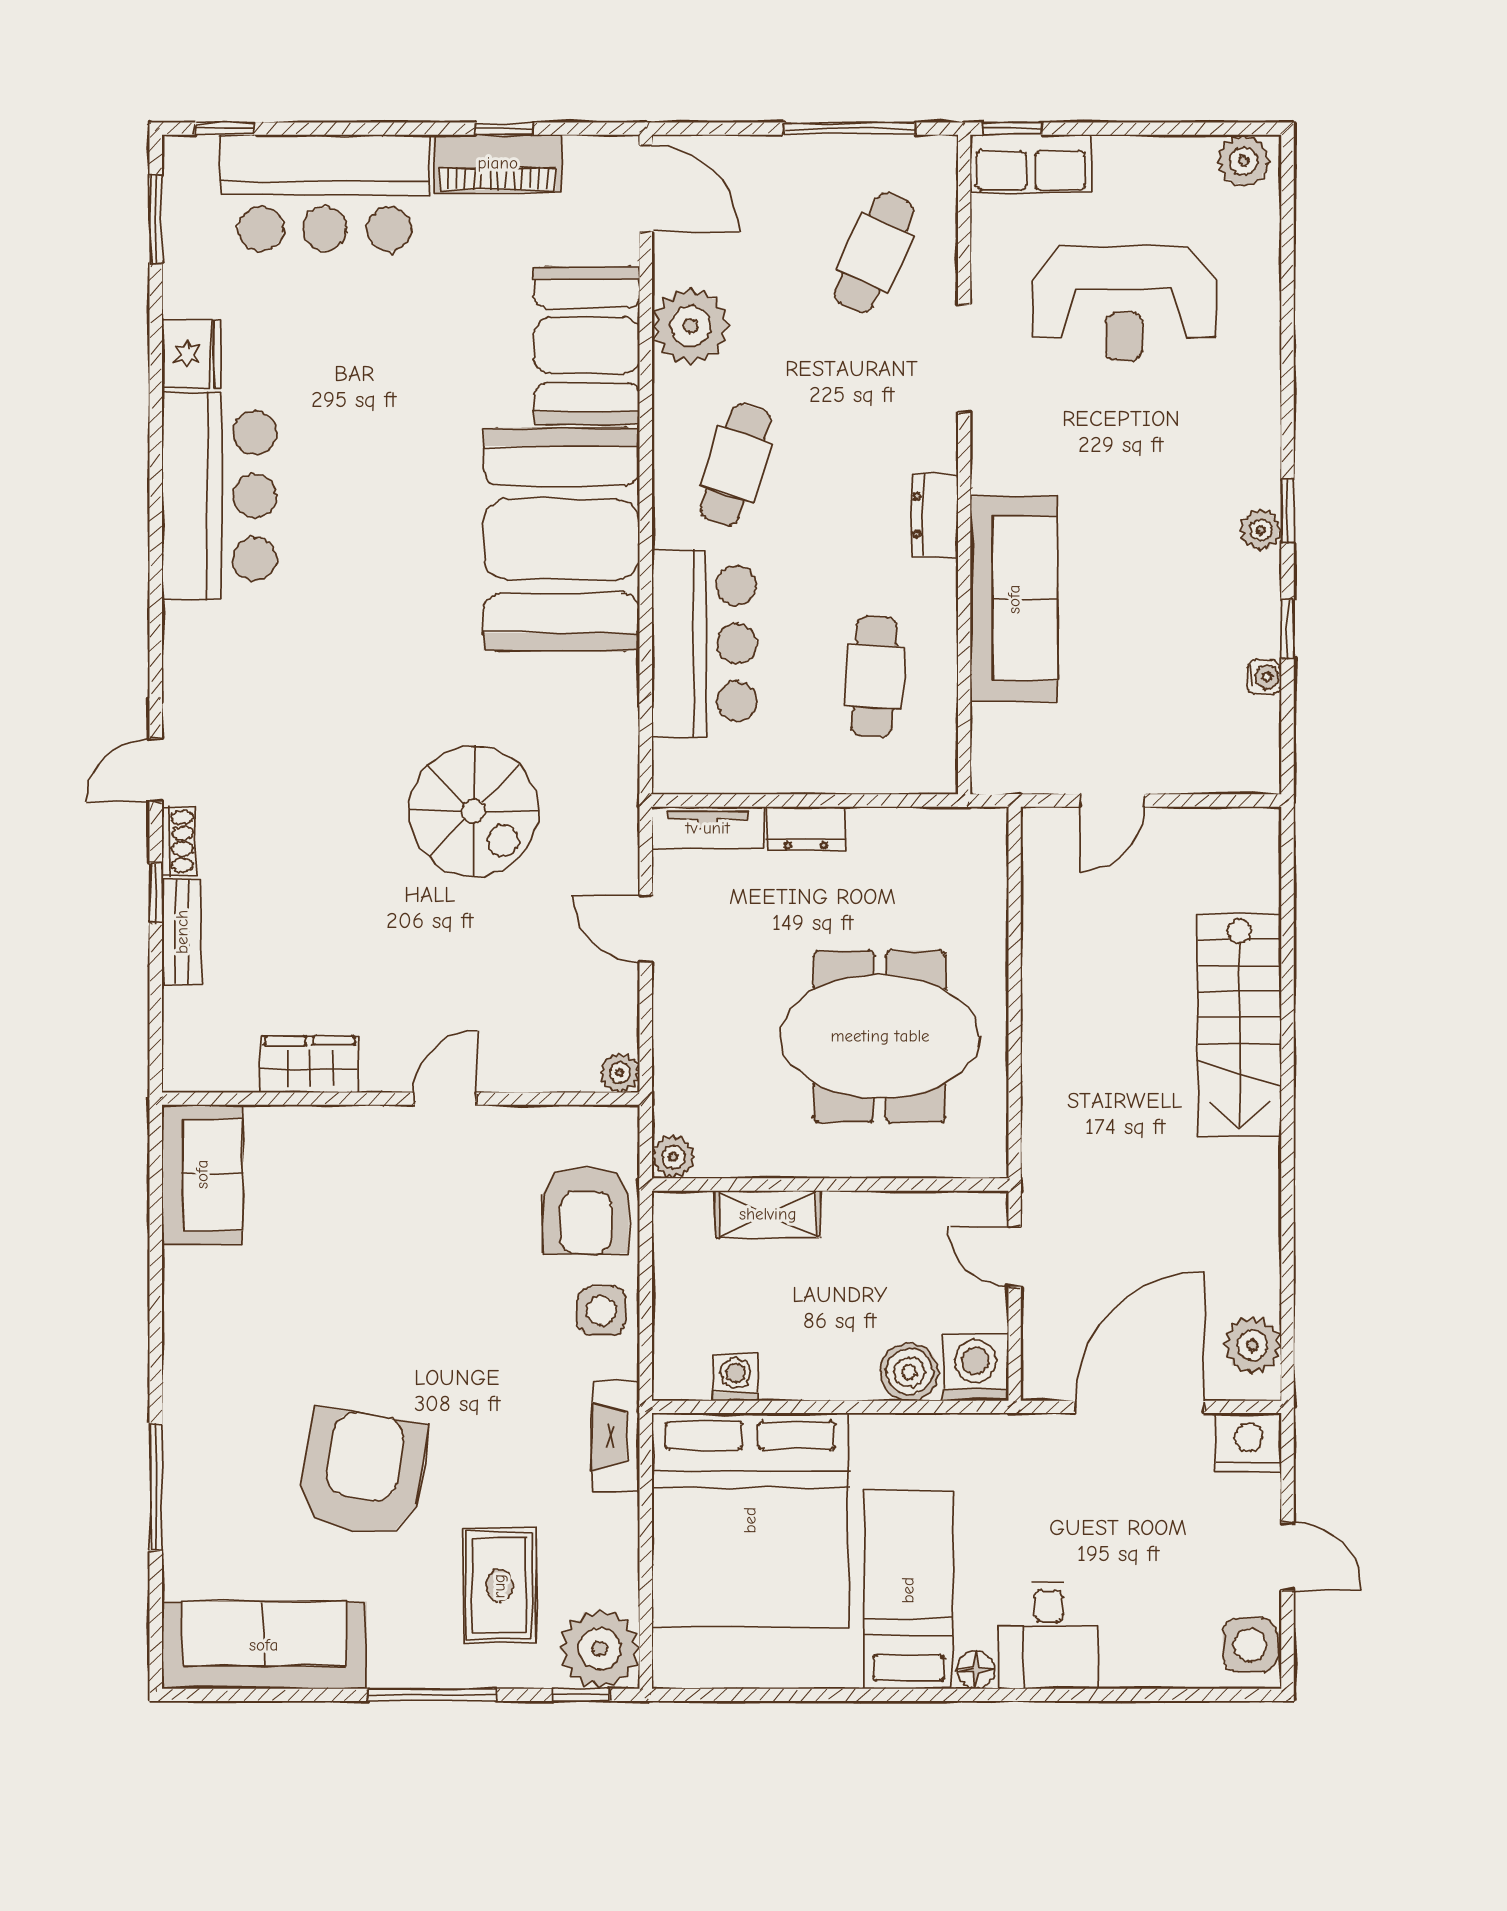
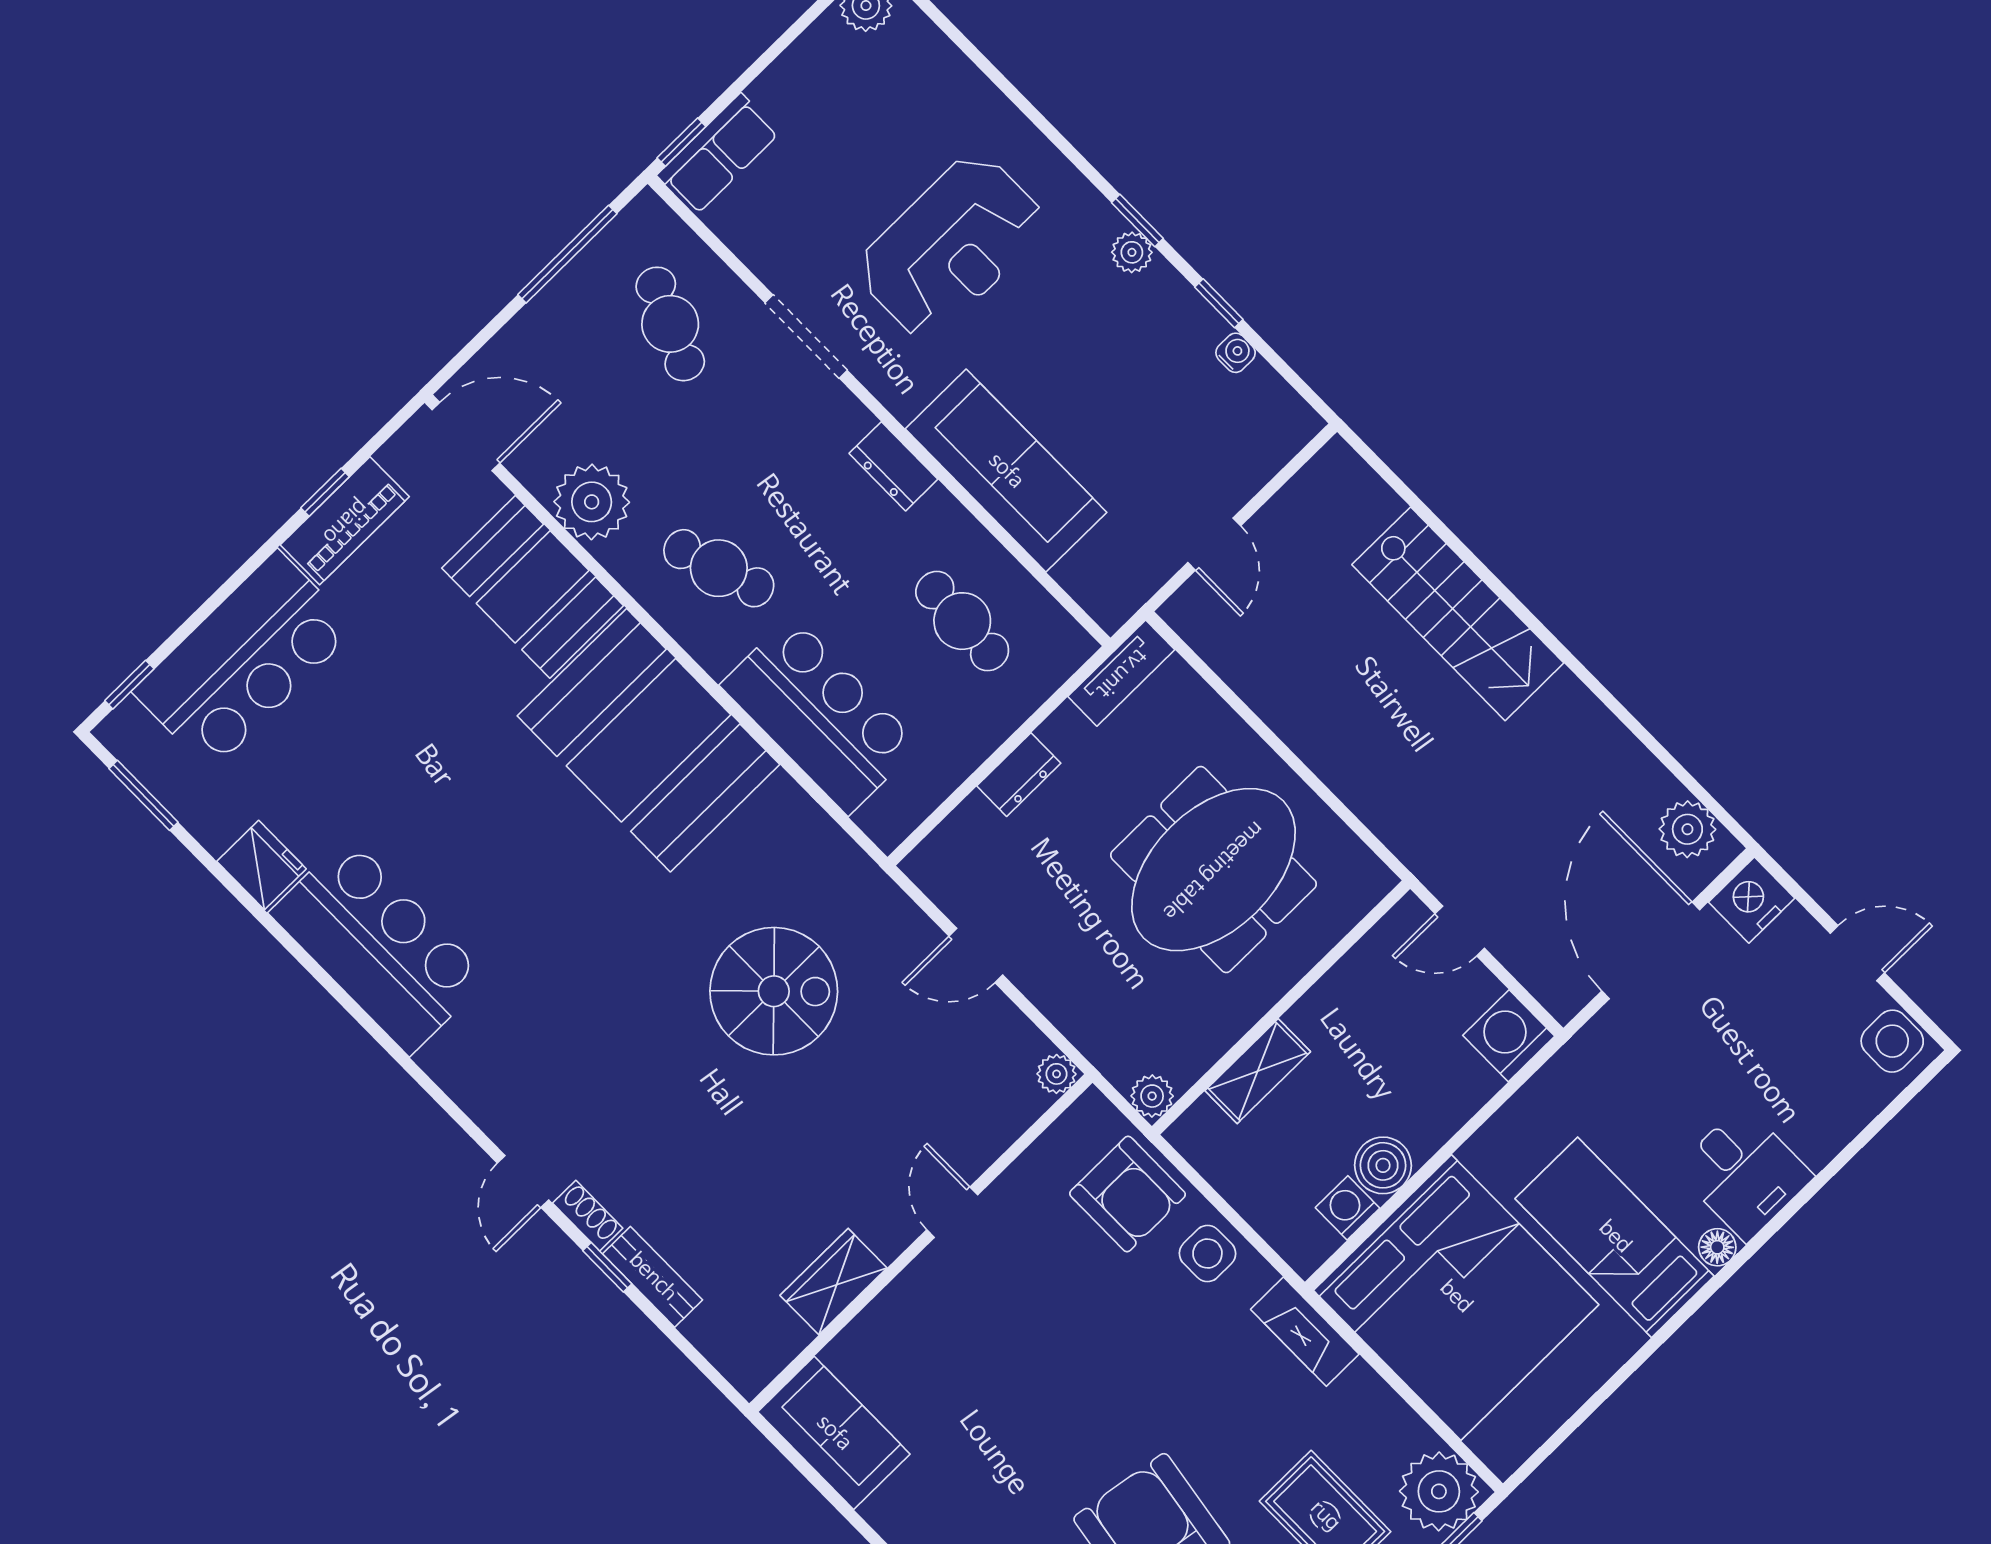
reception desk: (1124, 303) -> (951, 246), moved
cafe table: (735, 465) -> (719, 568), turned -36
tv unit: (708, 828) -> (1121, 673), moved
boiler: (909, 1372) -> (1383, 1165), moved

